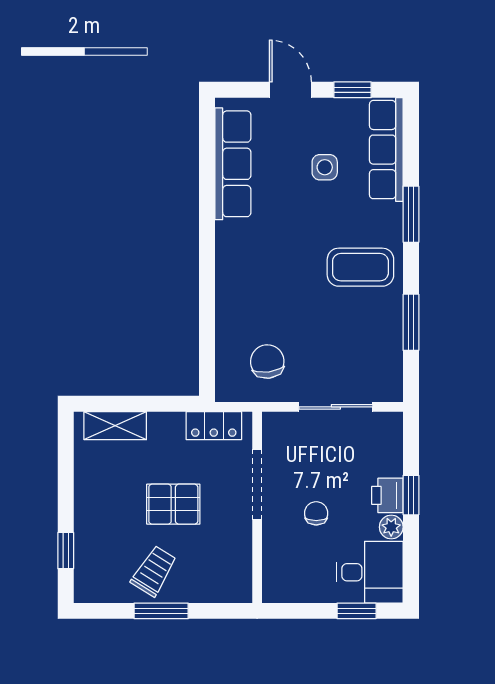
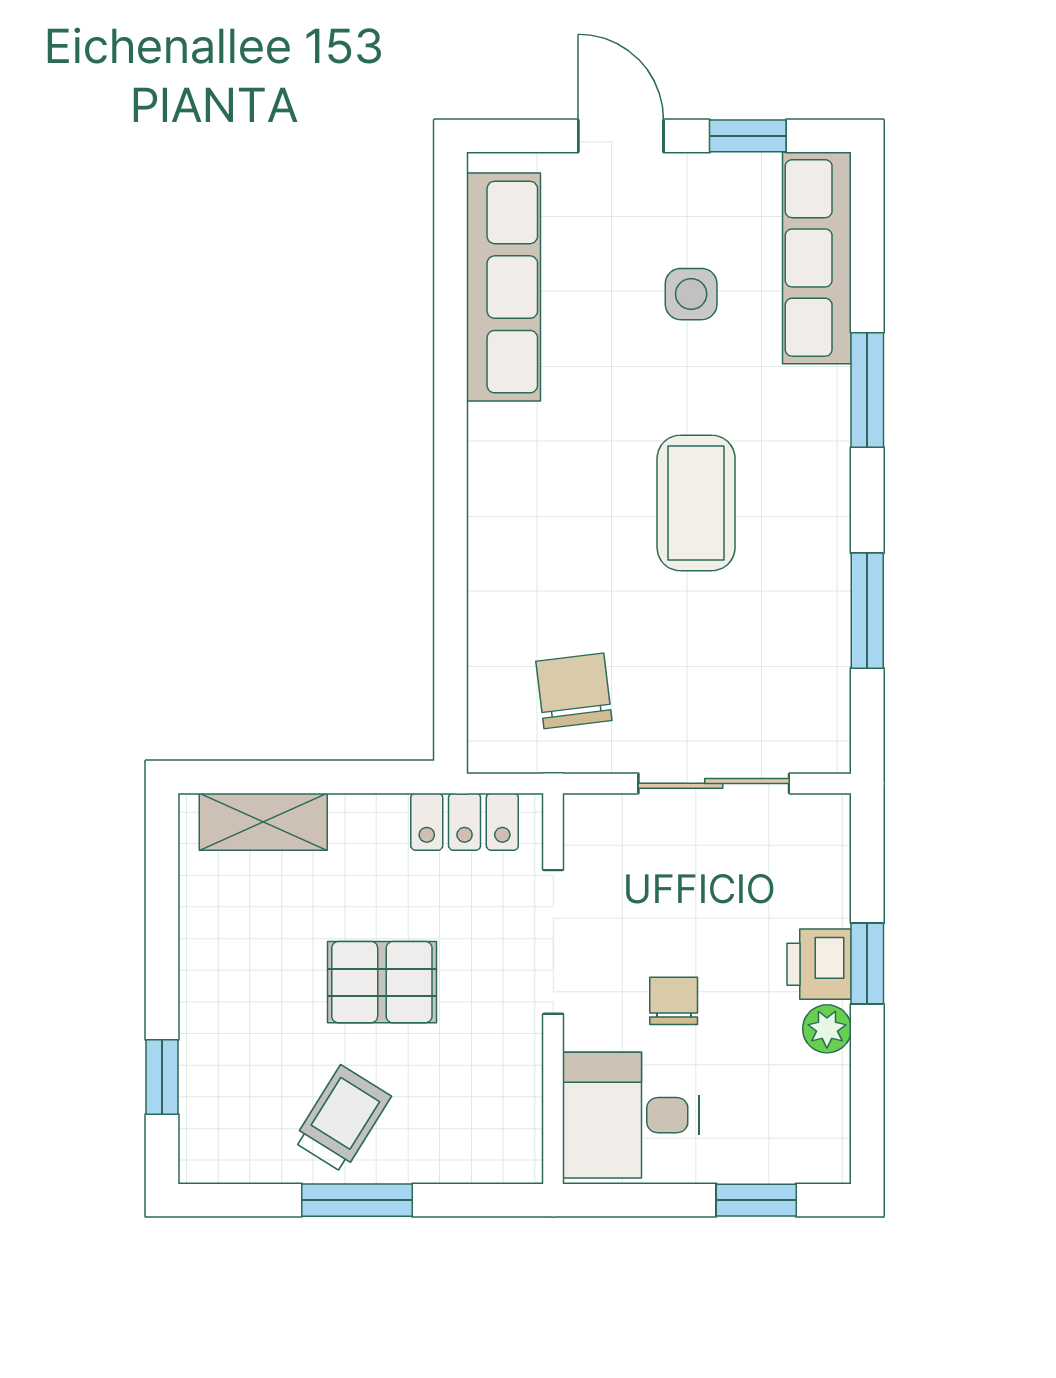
coffee table: (360, 267) -> (696, 503), moved, turned 90
desk: (370, 572) -> (631, 1115), moved, turned 180

